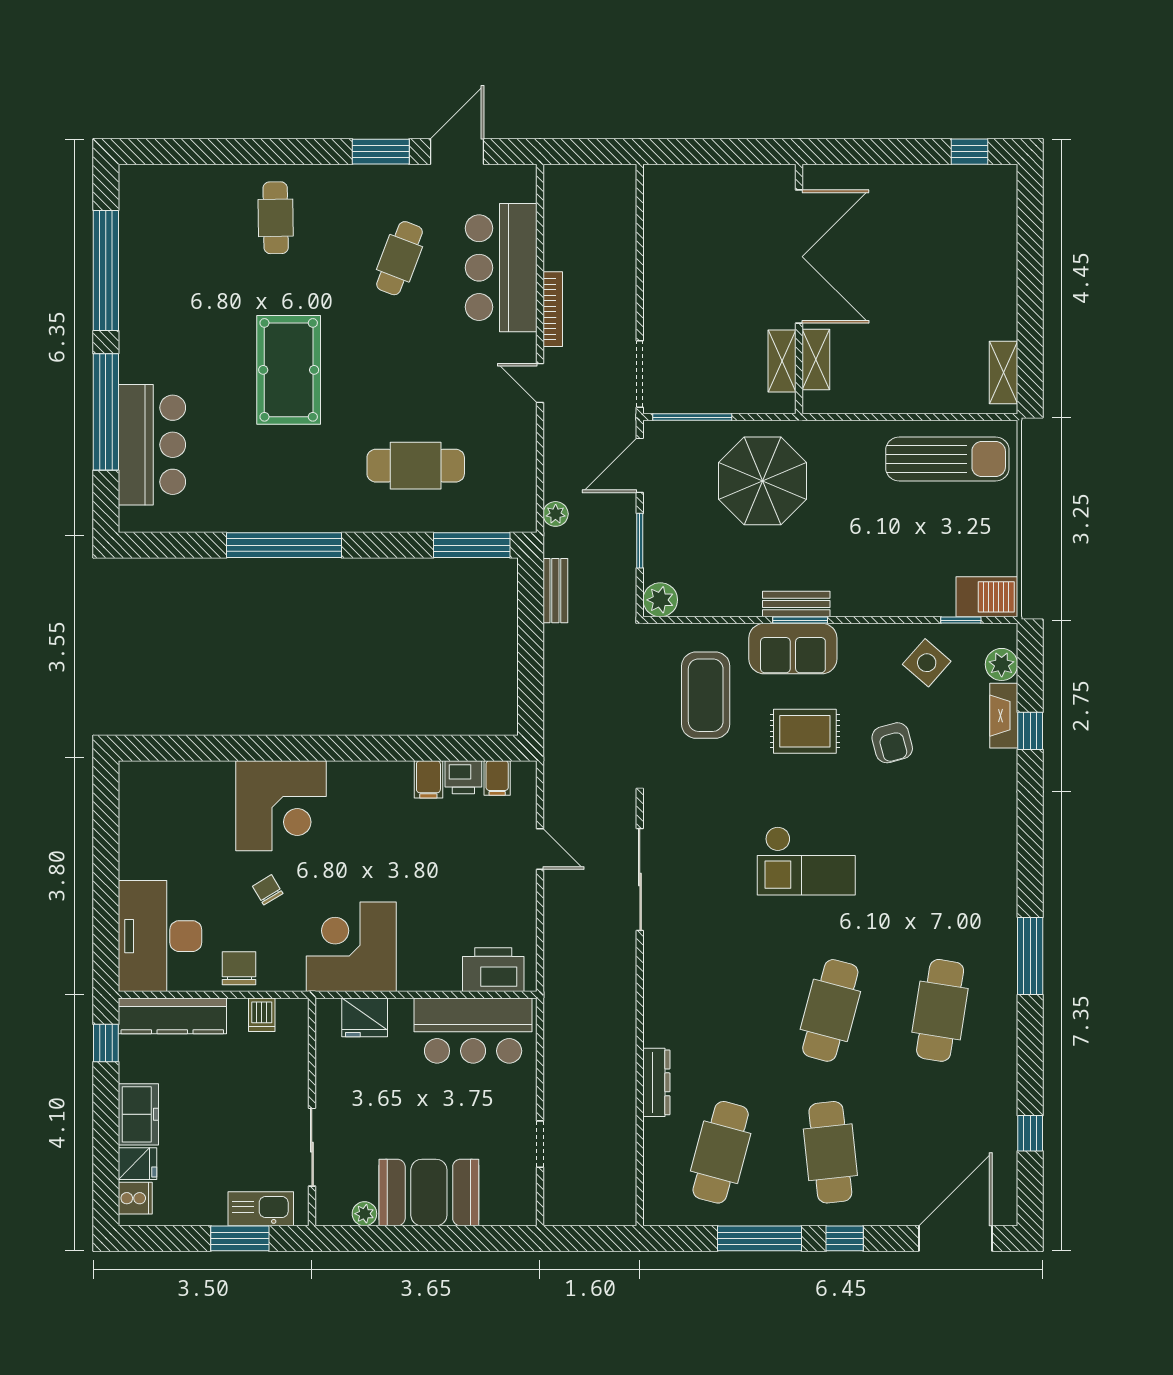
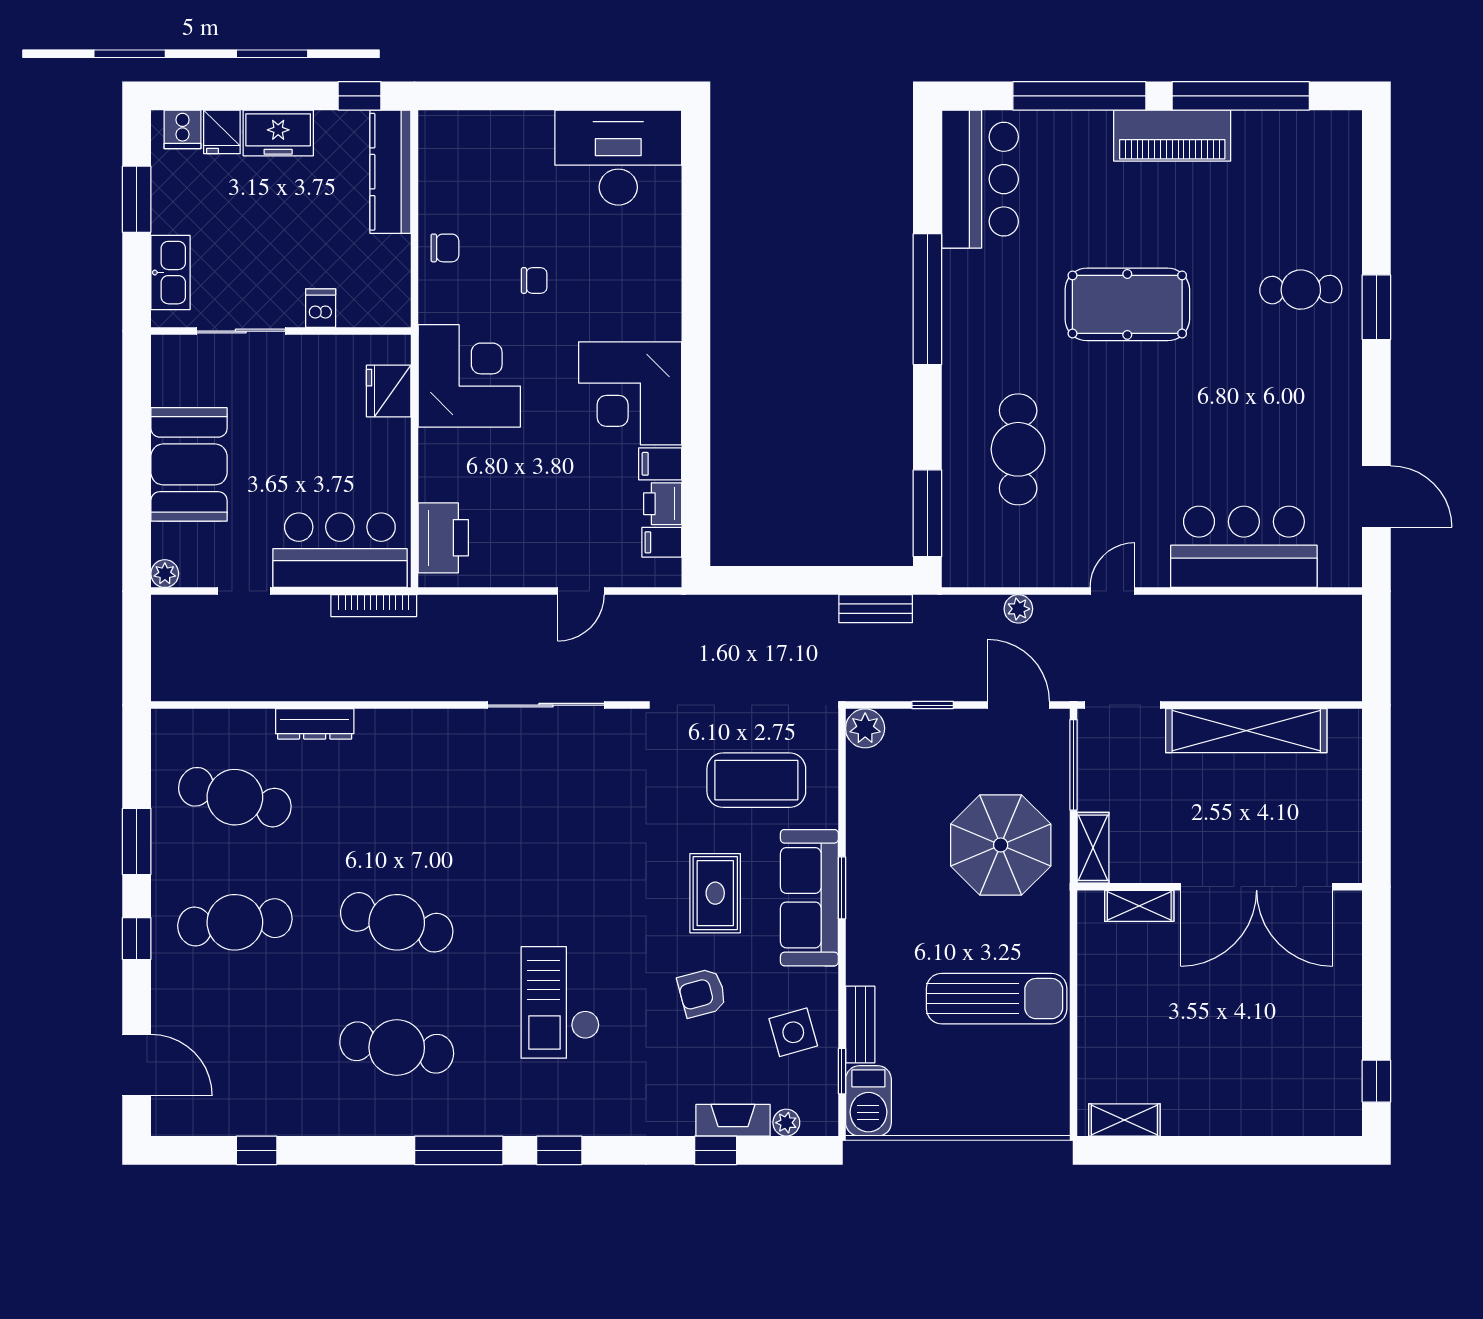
window: (381, 152) -> (1376, 307), moved
cafe table: (399, 258) -> (1255, 431), removed
shelving: (662, 266) -> (1246, 731), added
bookcase: (553, 309) -> (374, 606), moved
piano: (141, 331) -> (1172, 136), added
shelving: (782, 361) -> (1093, 848), moved, turned 90
bar counter: (152, 445) -> (980, 179), moved, turned -90
sun lounger: (947, 459) -> (997, 999), moved, turned -90
plant: (556, 514) -> (1018, 609), moved
window: (640, 541) -> (933, 705), width x0.67
bench: (796, 604) -> (860, 1025), moved
sofa: (793, 649) -> (809, 898), width x1.36
side table: (927, 663) -> (793, 1032), turned 33
plant: (1002, 664) -> (786, 1123), width x0.73, depth x0.73
corner desk: (281, 806) -> (630, 393), moved
checkout: (806, 861) -> (560, 1002), moved
window: (1030, 868) -> (559, 1150), added
chair: (268, 890) -> (534, 280), turned 31
desk: (160, 936) -> (618, 158), moved
chair: (239, 968) -> (445, 248), width x0.73, depth x0.73
dishwasher: (262, 1015) -> (321, 308), moved, turned 90
bar counter: (473, 1031) -> (340, 550), moved, turned 90
plant: (364, 1214) -> (165, 574), moved
window: (240, 1238) -> (137, 199), moved
window: (759, 1238) -> (137, 841), width x0.69
door: (956, 1238) -> (137, 1065), width x0.73

